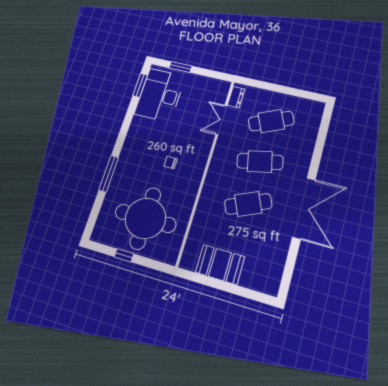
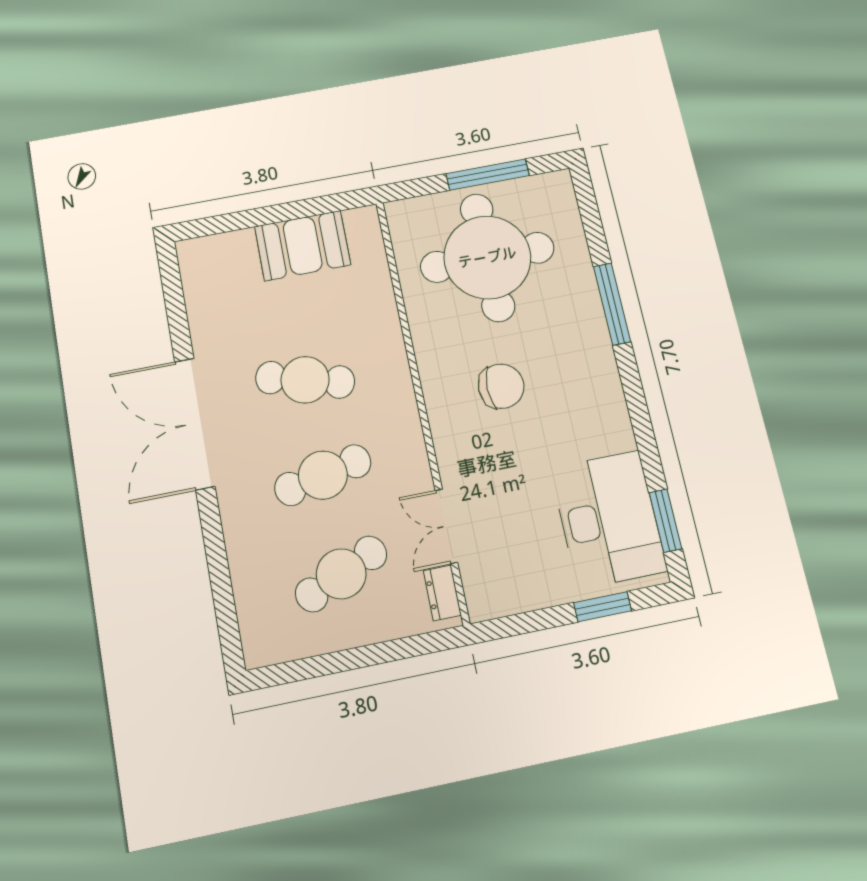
double door: (221, 120) -> (446, 526), swing flipped
chair: (171, 163) -> (501, 386), width x1.87, depth x1.87
cafe table: (248, 204) -> (305, 380), turned 39
window: (124, 255) -> (488, 175), width x2.17

